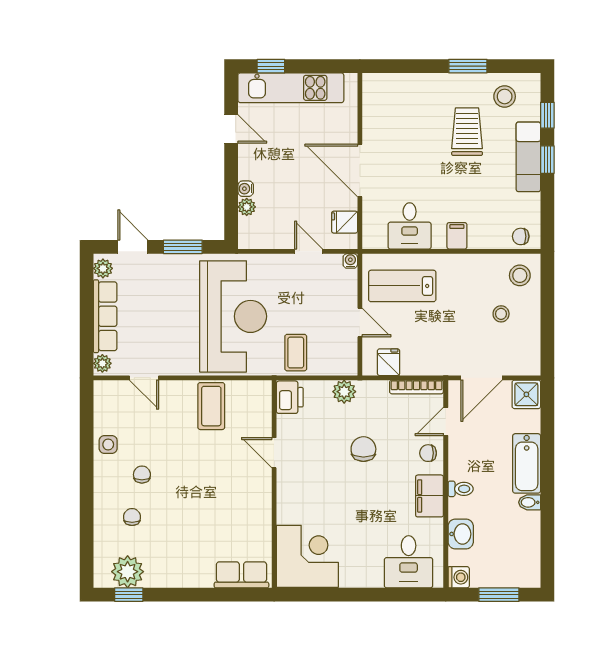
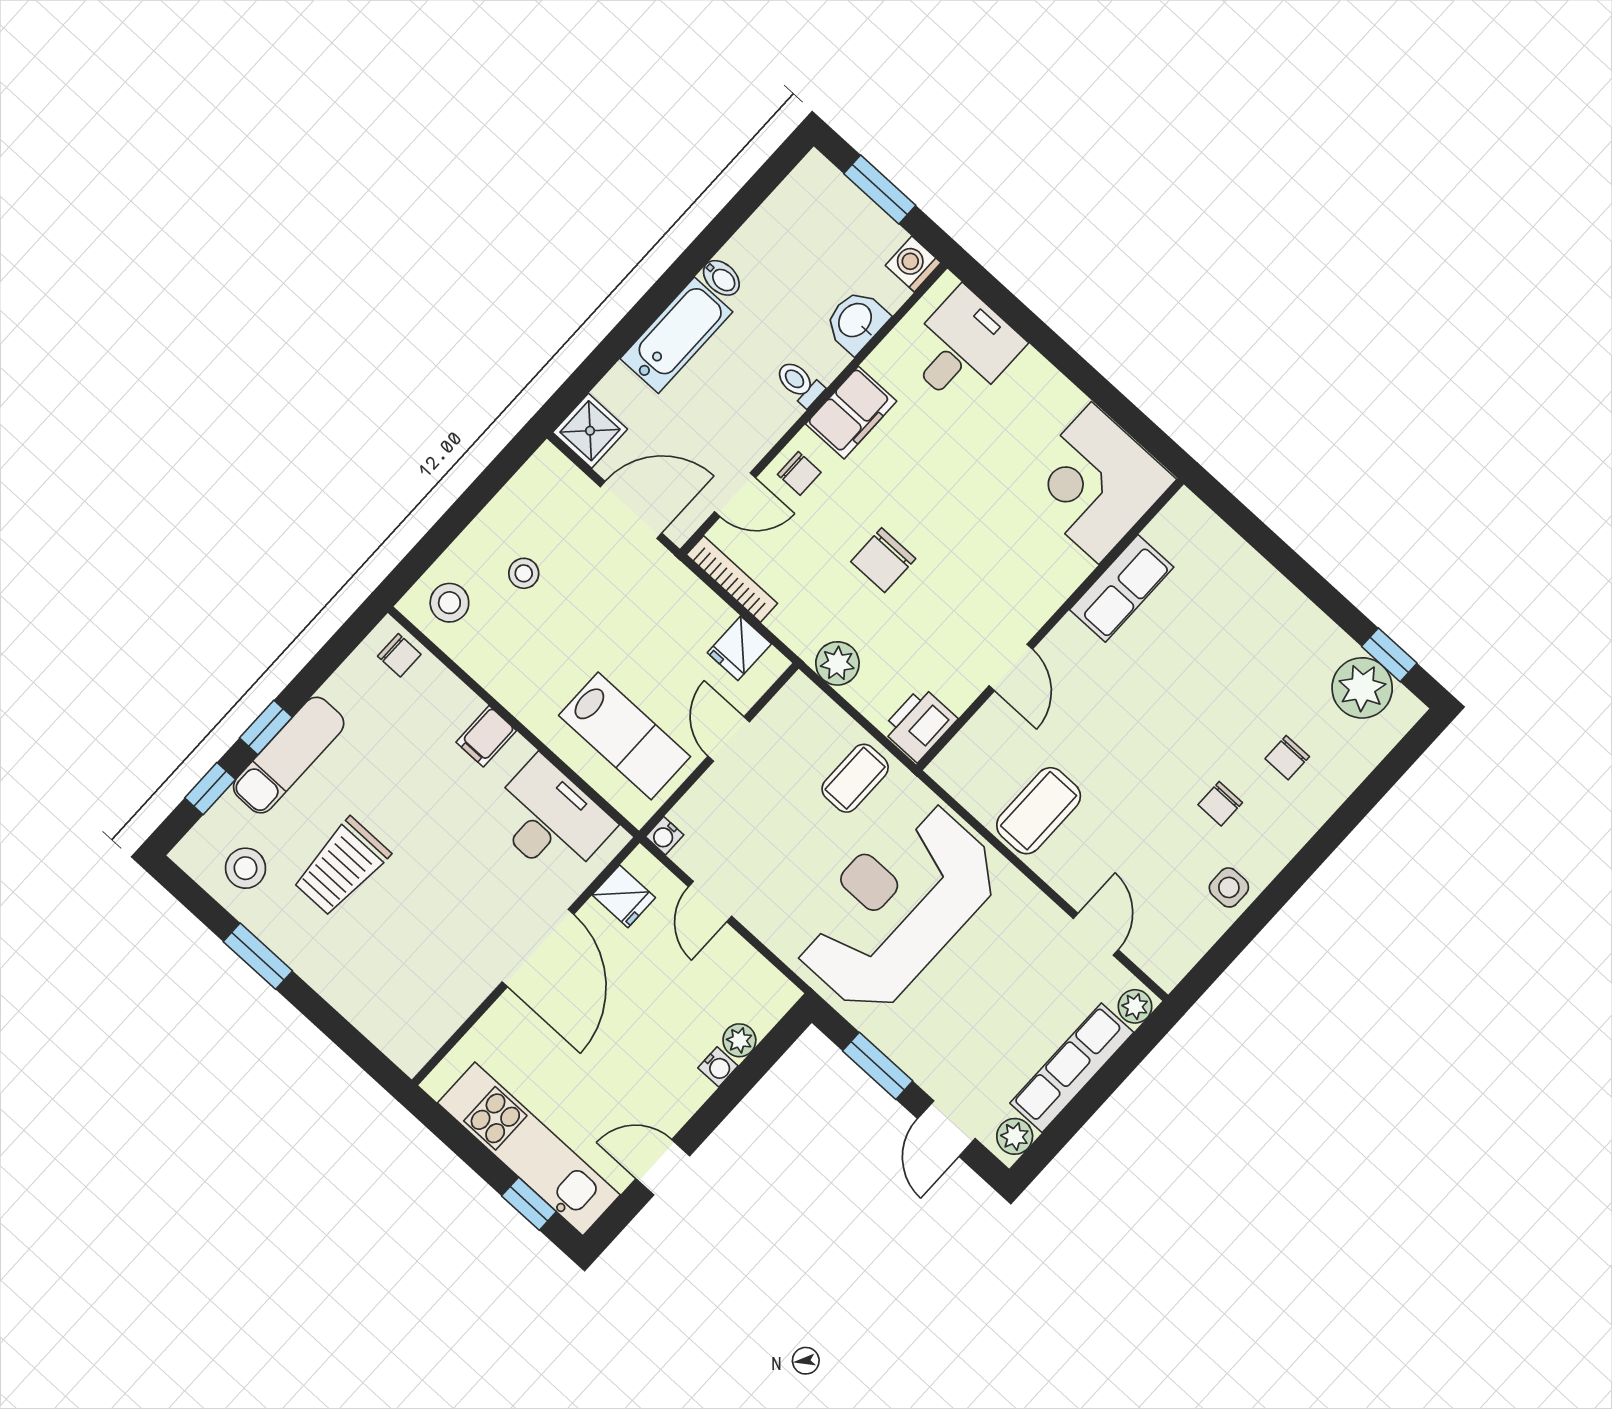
door: (231, 129) -> (663, 1167), hinge flipped
desk: (410, 226) -> (550, 819), width x1.37
row of seats: (241, 575) -> (1122, 588), moved, turned -90

